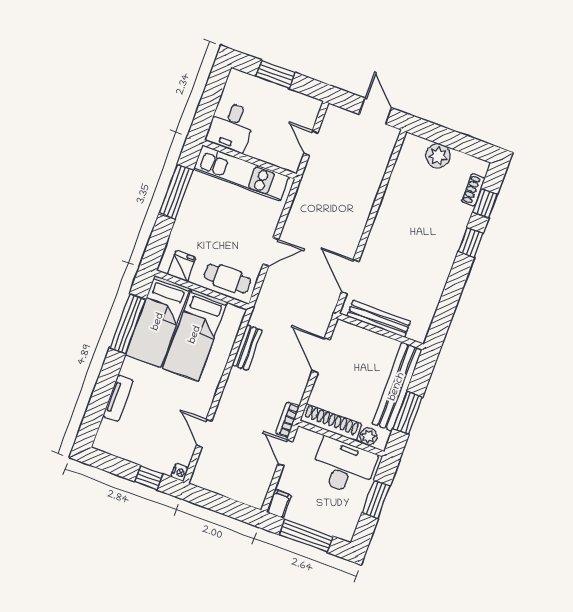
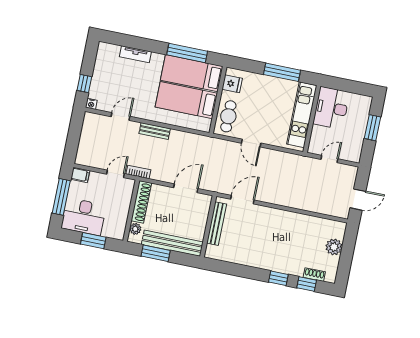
desk: (231, 126) -> (331, 108), width x1.37
bench: (247, 348) -> (155, 131), moved
desk: (343, 466) -> (84, 217), moved, turned 90

